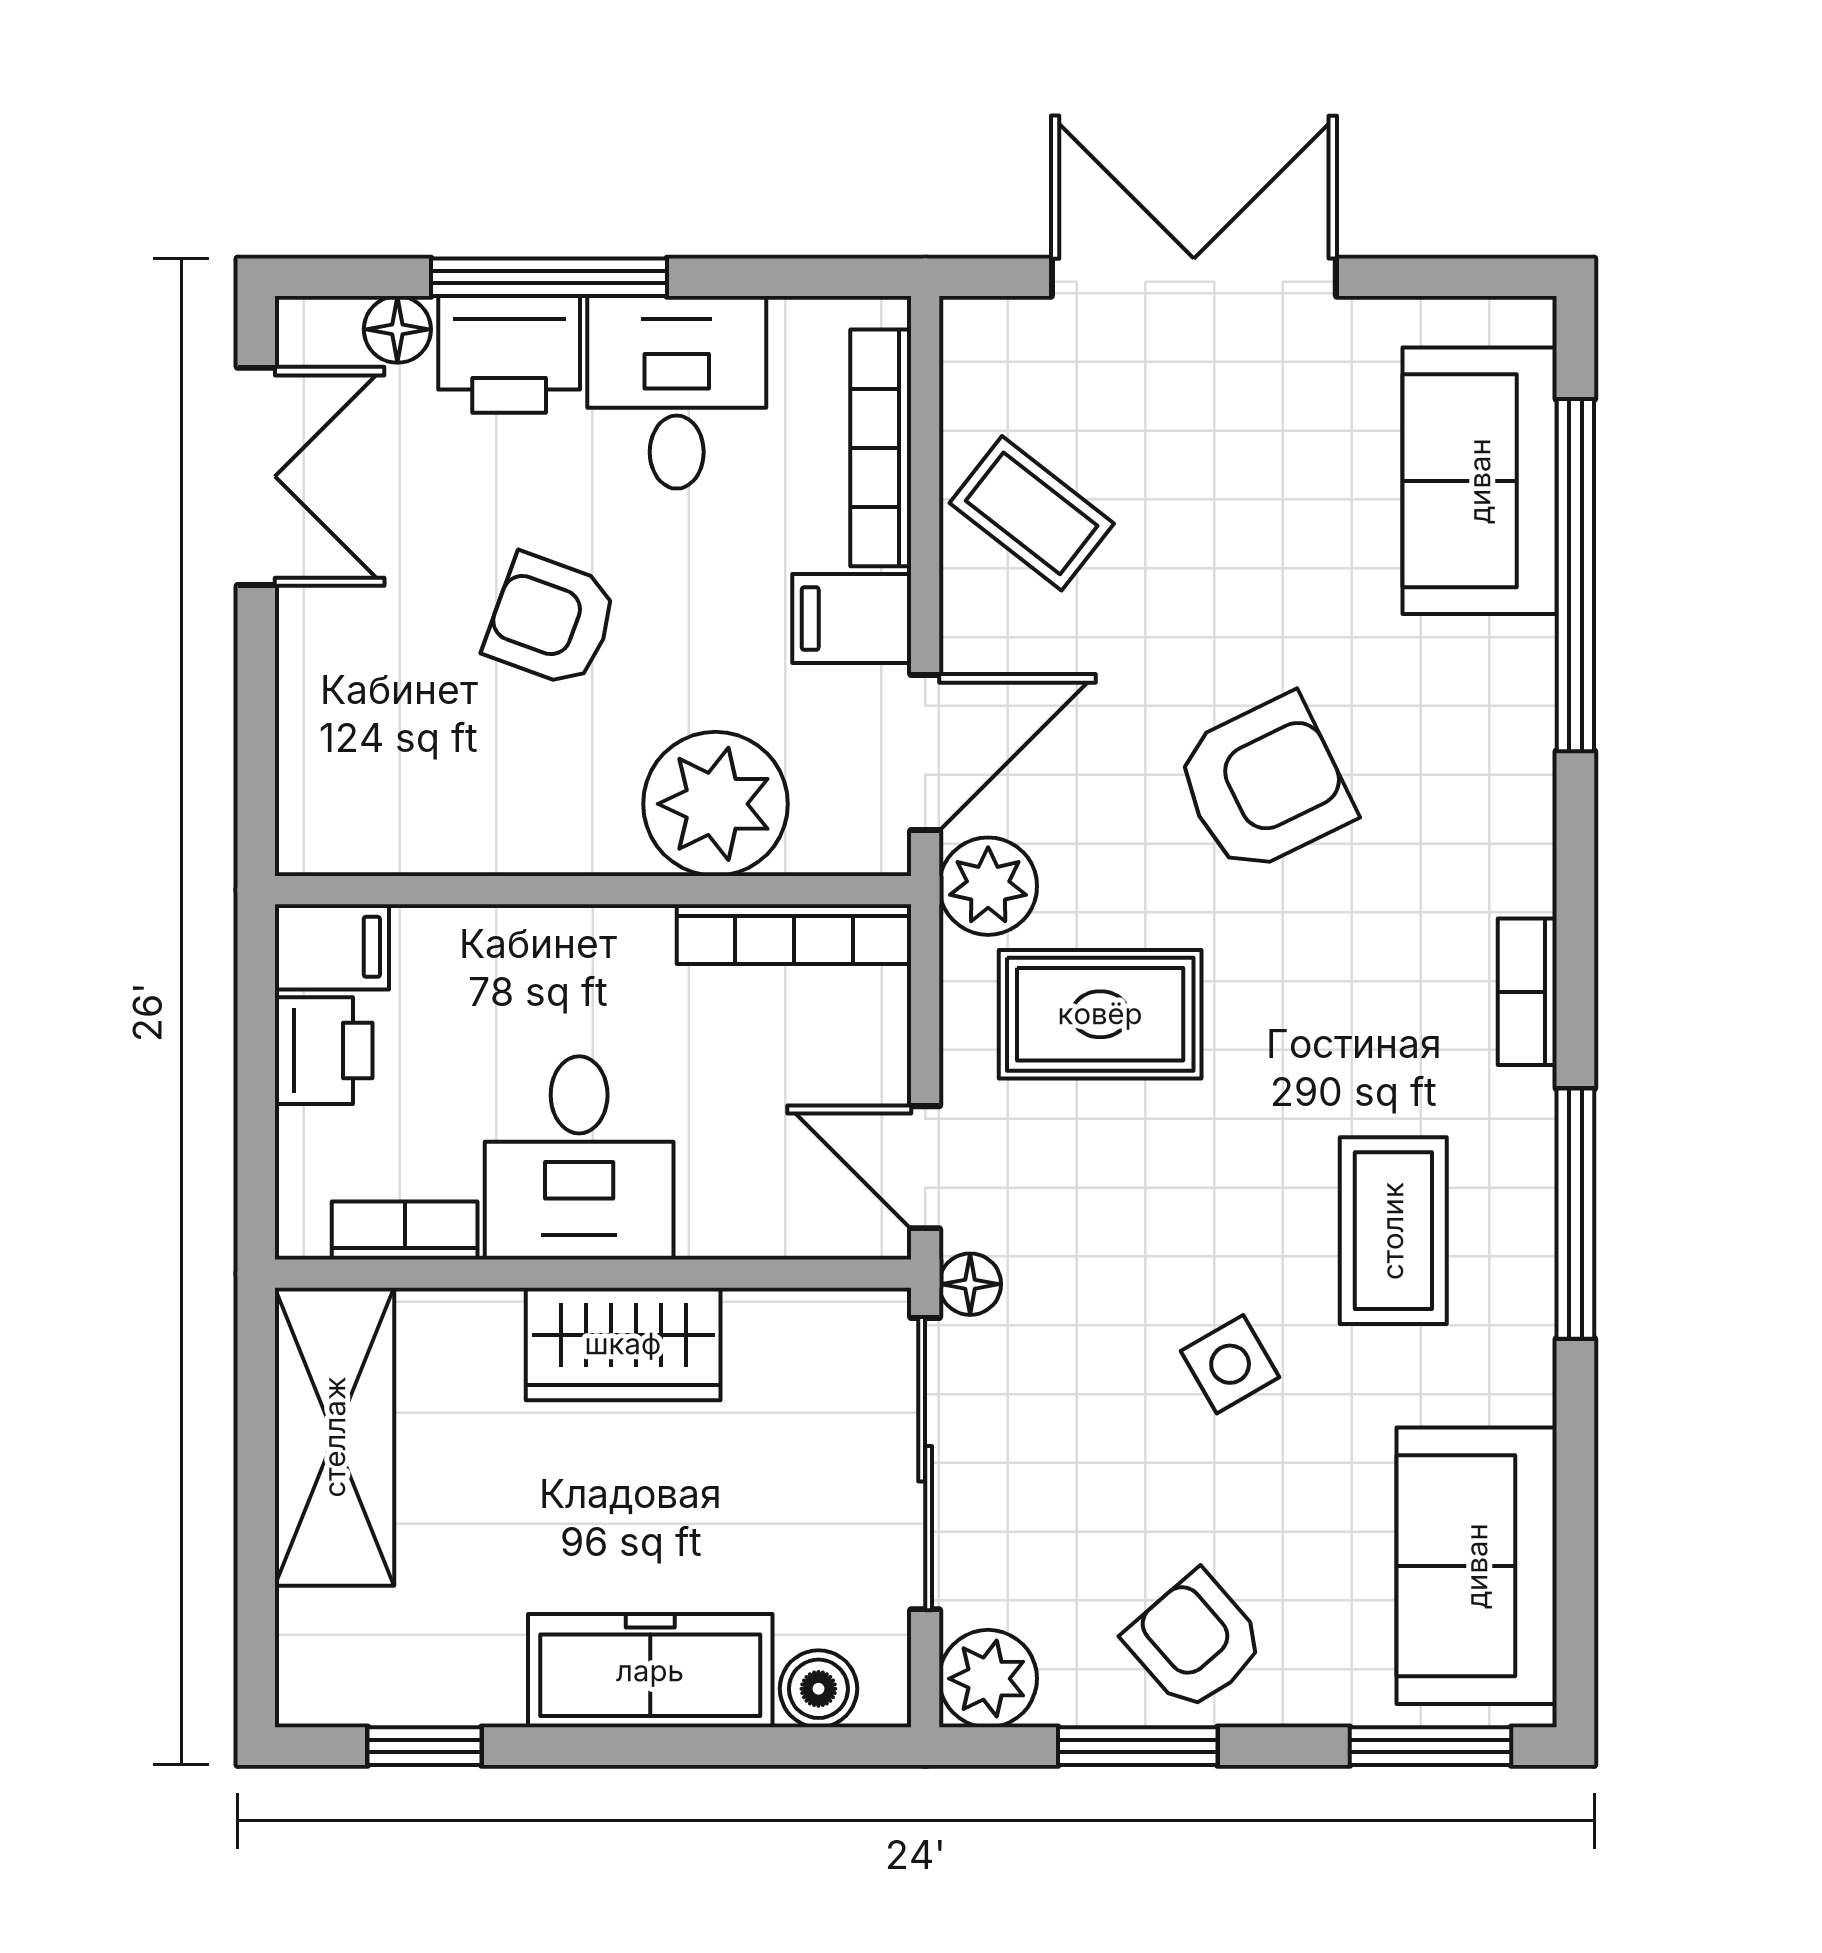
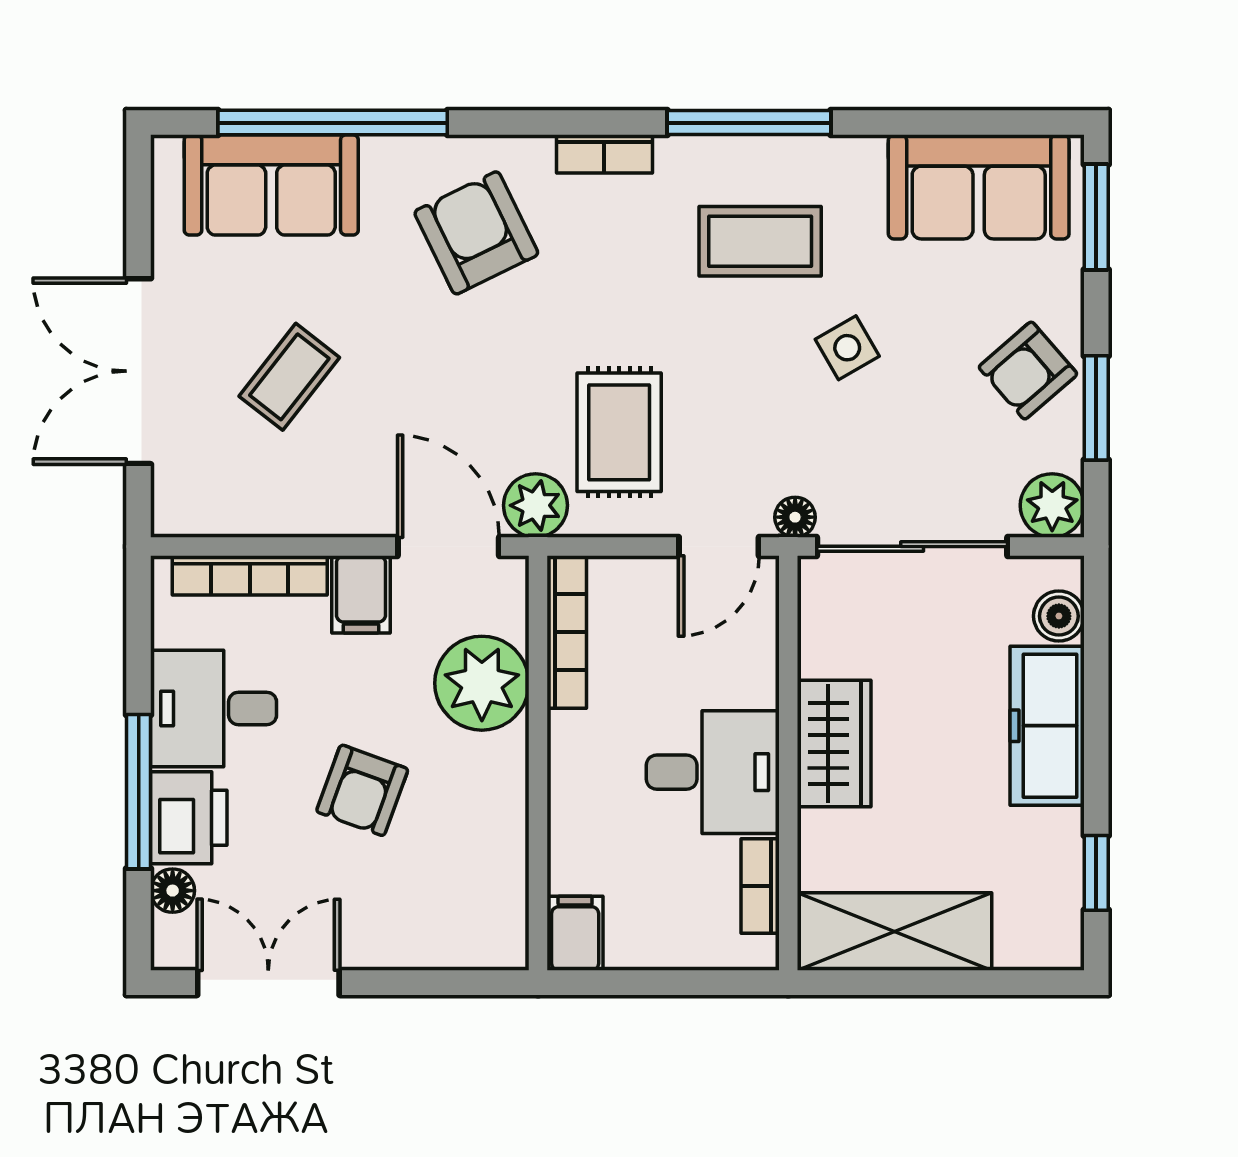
coffee table: (1032, 513) -> (289, 377), moved
armchair: (1264, 784) -> (476, 233), moved
printer: (324, 1051) -> (643, 939), removed

